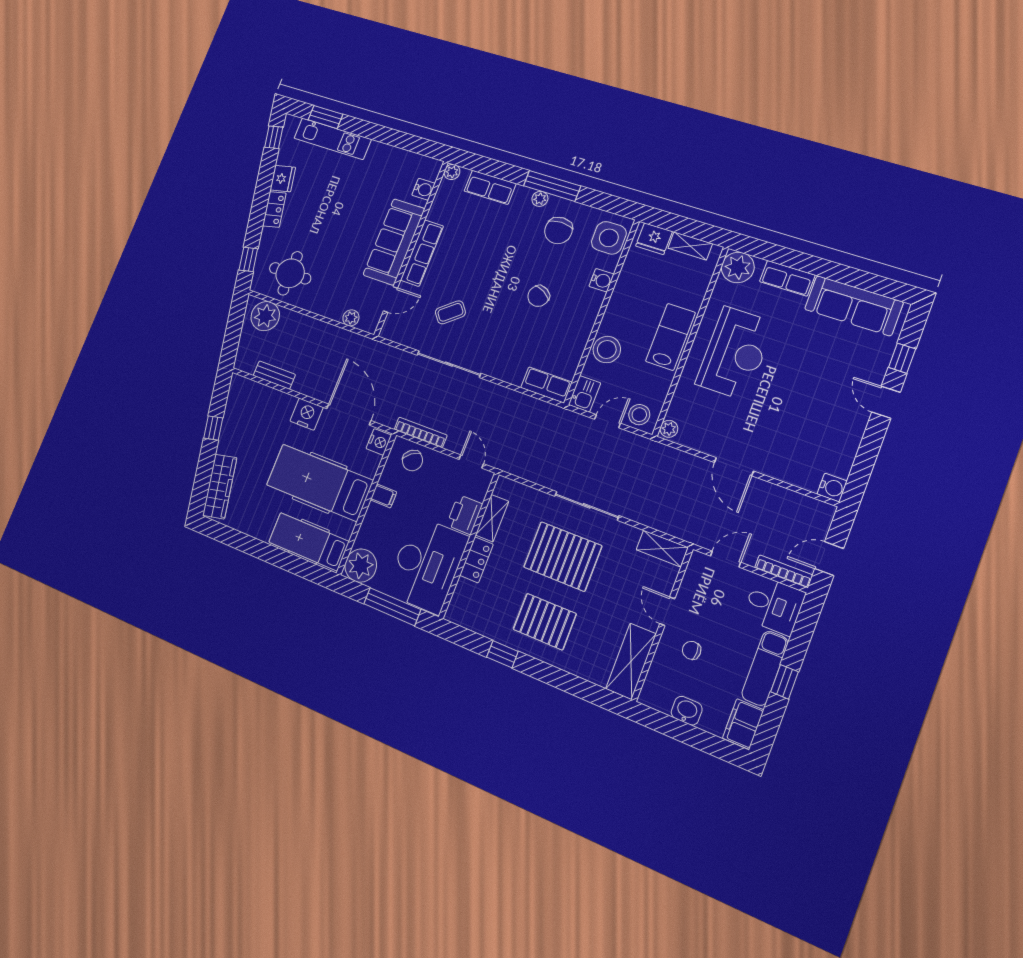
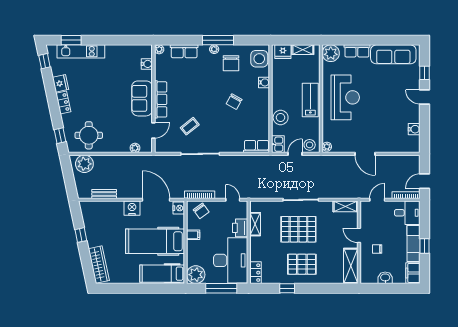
sofa: (394, 242) -> (142, 98), width x0.73
water cooler: (832, 488) -> (414, 129), moved
locker: (476, 560) -> (255, 273), moved

